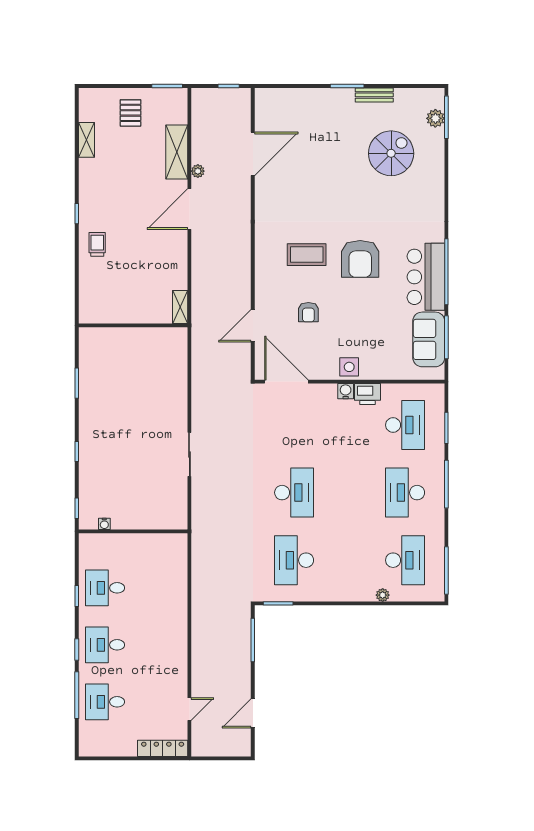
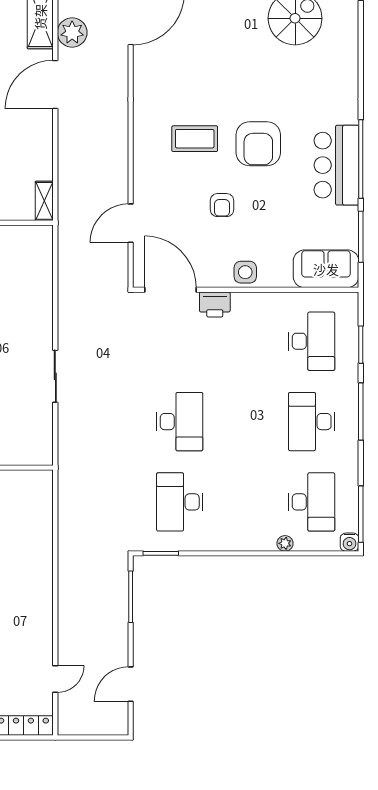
plant: (198, 171) -> (72, 33), width x1.87, depth x1.87
armchair: (308, 312) -> (222, 205), moved
sofa: (429, 339) -> (326, 269), moved, turned 90
water cooler: (346, 391) -> (350, 542), moved, turned 180
printer: (368, 394) -> (215, 304), moved

